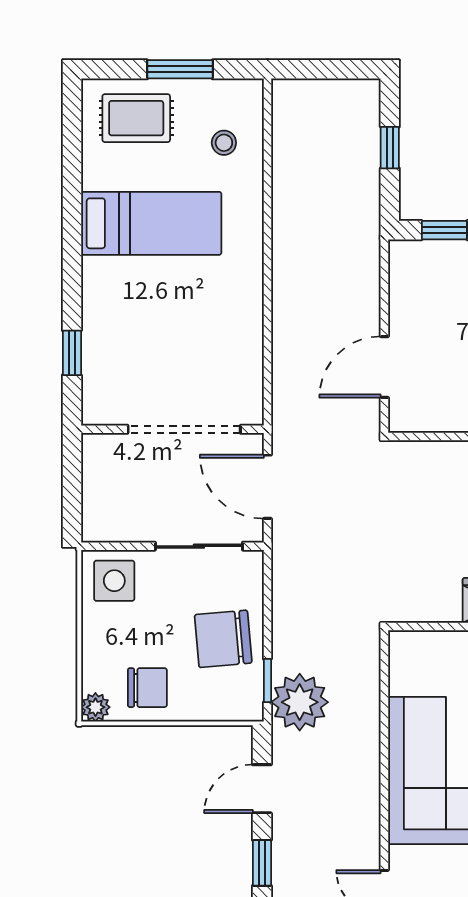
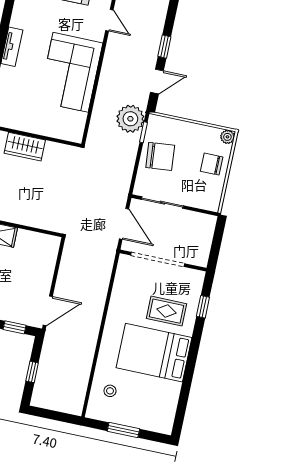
rug: (136, 118) -> (166, 311), moved
bed: (151, 223) -> (154, 353), width x1.50
door: (384, 367) -> (48, 311), moved
side table: (114, 581) -> (206, 195), removed
chair: (147, 688) -> (212, 164), moved

